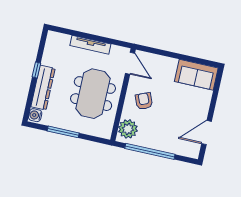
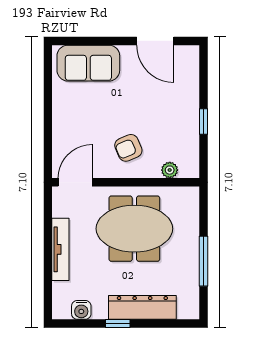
sofa: (196, 75) -> (88, 63), moved, turned 90
water cooler: (35, 115) -> (81, 310), moved
plant: (128, 129) -> (170, 170), width x0.53, depth x0.53
window: (150, 151) -> (204, 122), width x0.32

